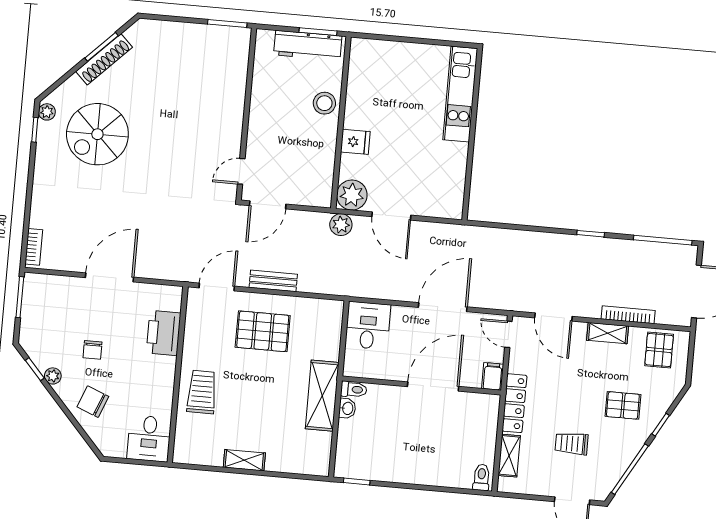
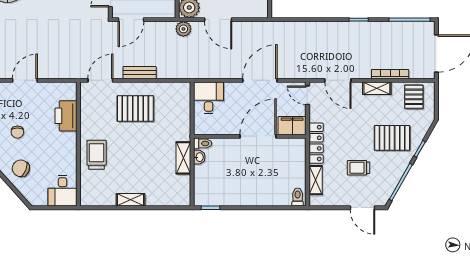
door: (110, 277) -> (25, 80), width x0.73
filing cabinet: (493, 376) -> (292, 126), width x2.00
shelving: (322, 396) -> (183, 158), width x0.67, depth x0.75
pallet: (623, 405) -> (392, 138), width x1.50, depth x1.42

